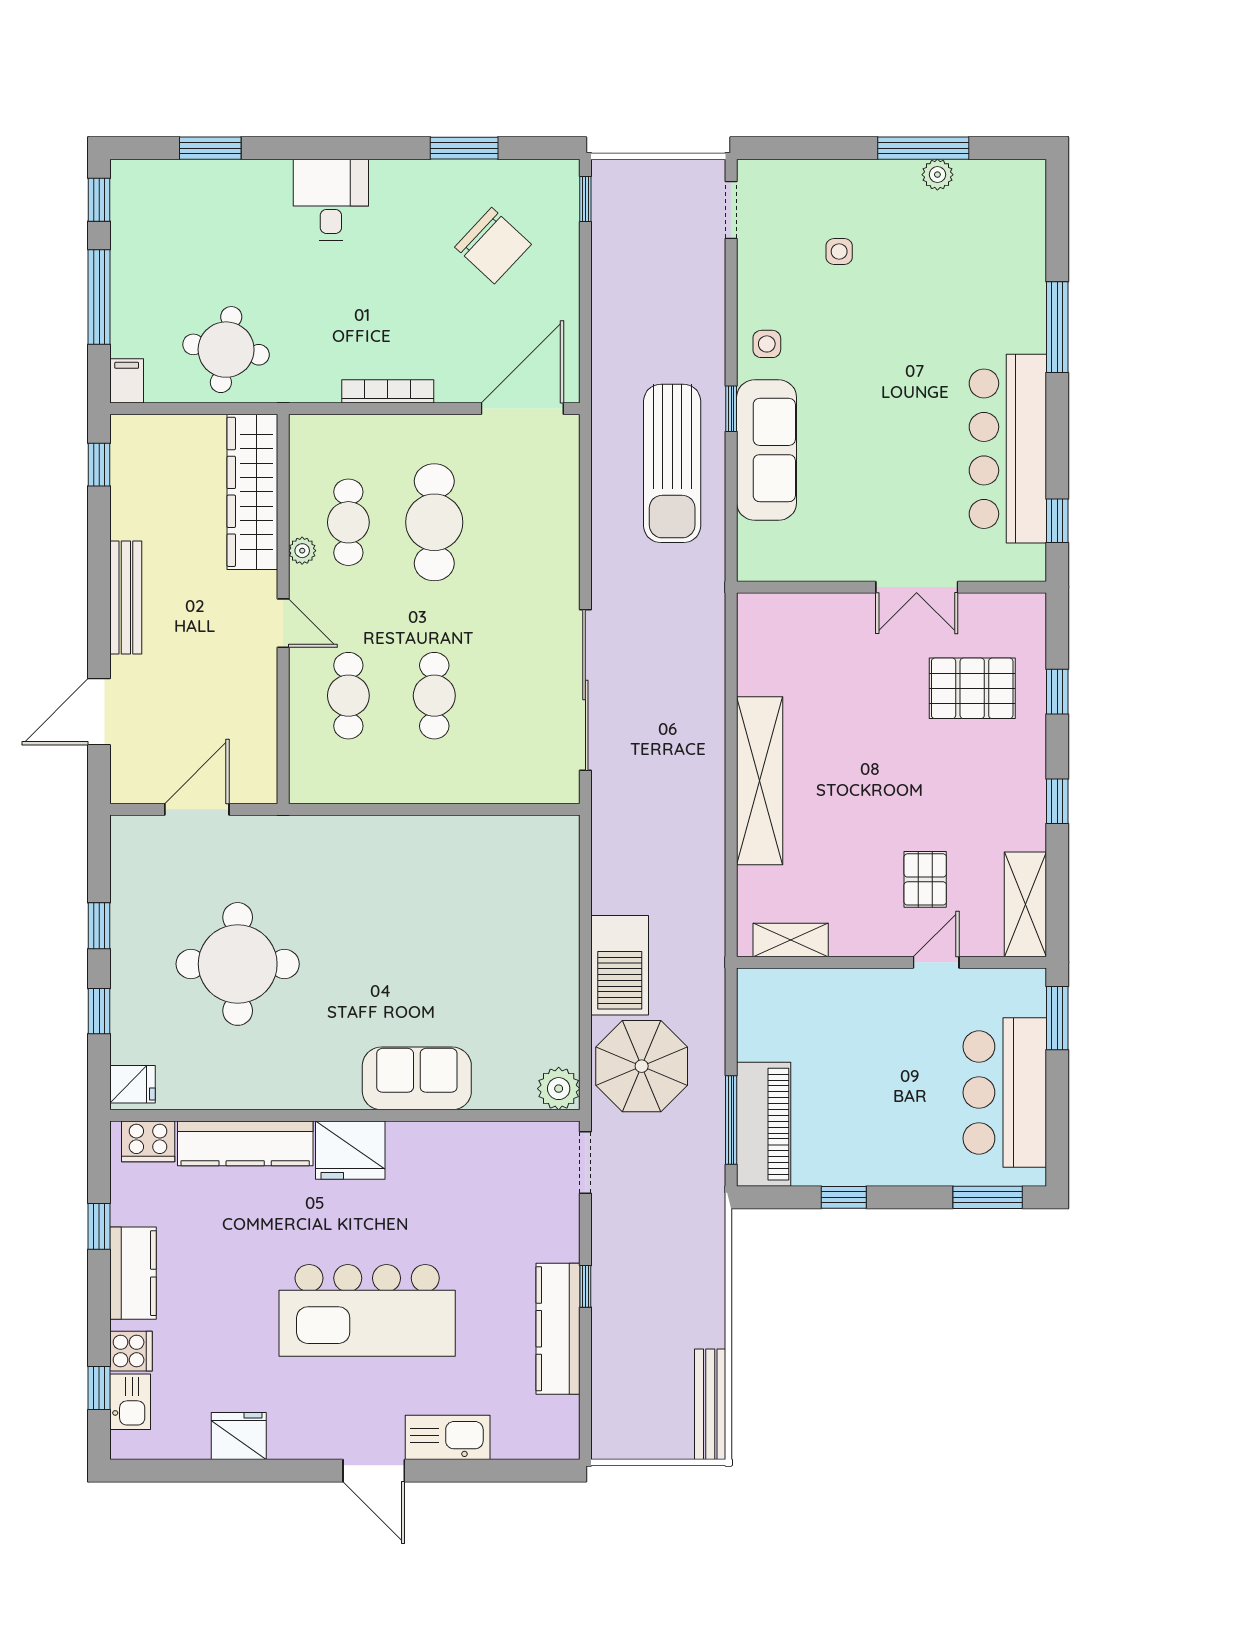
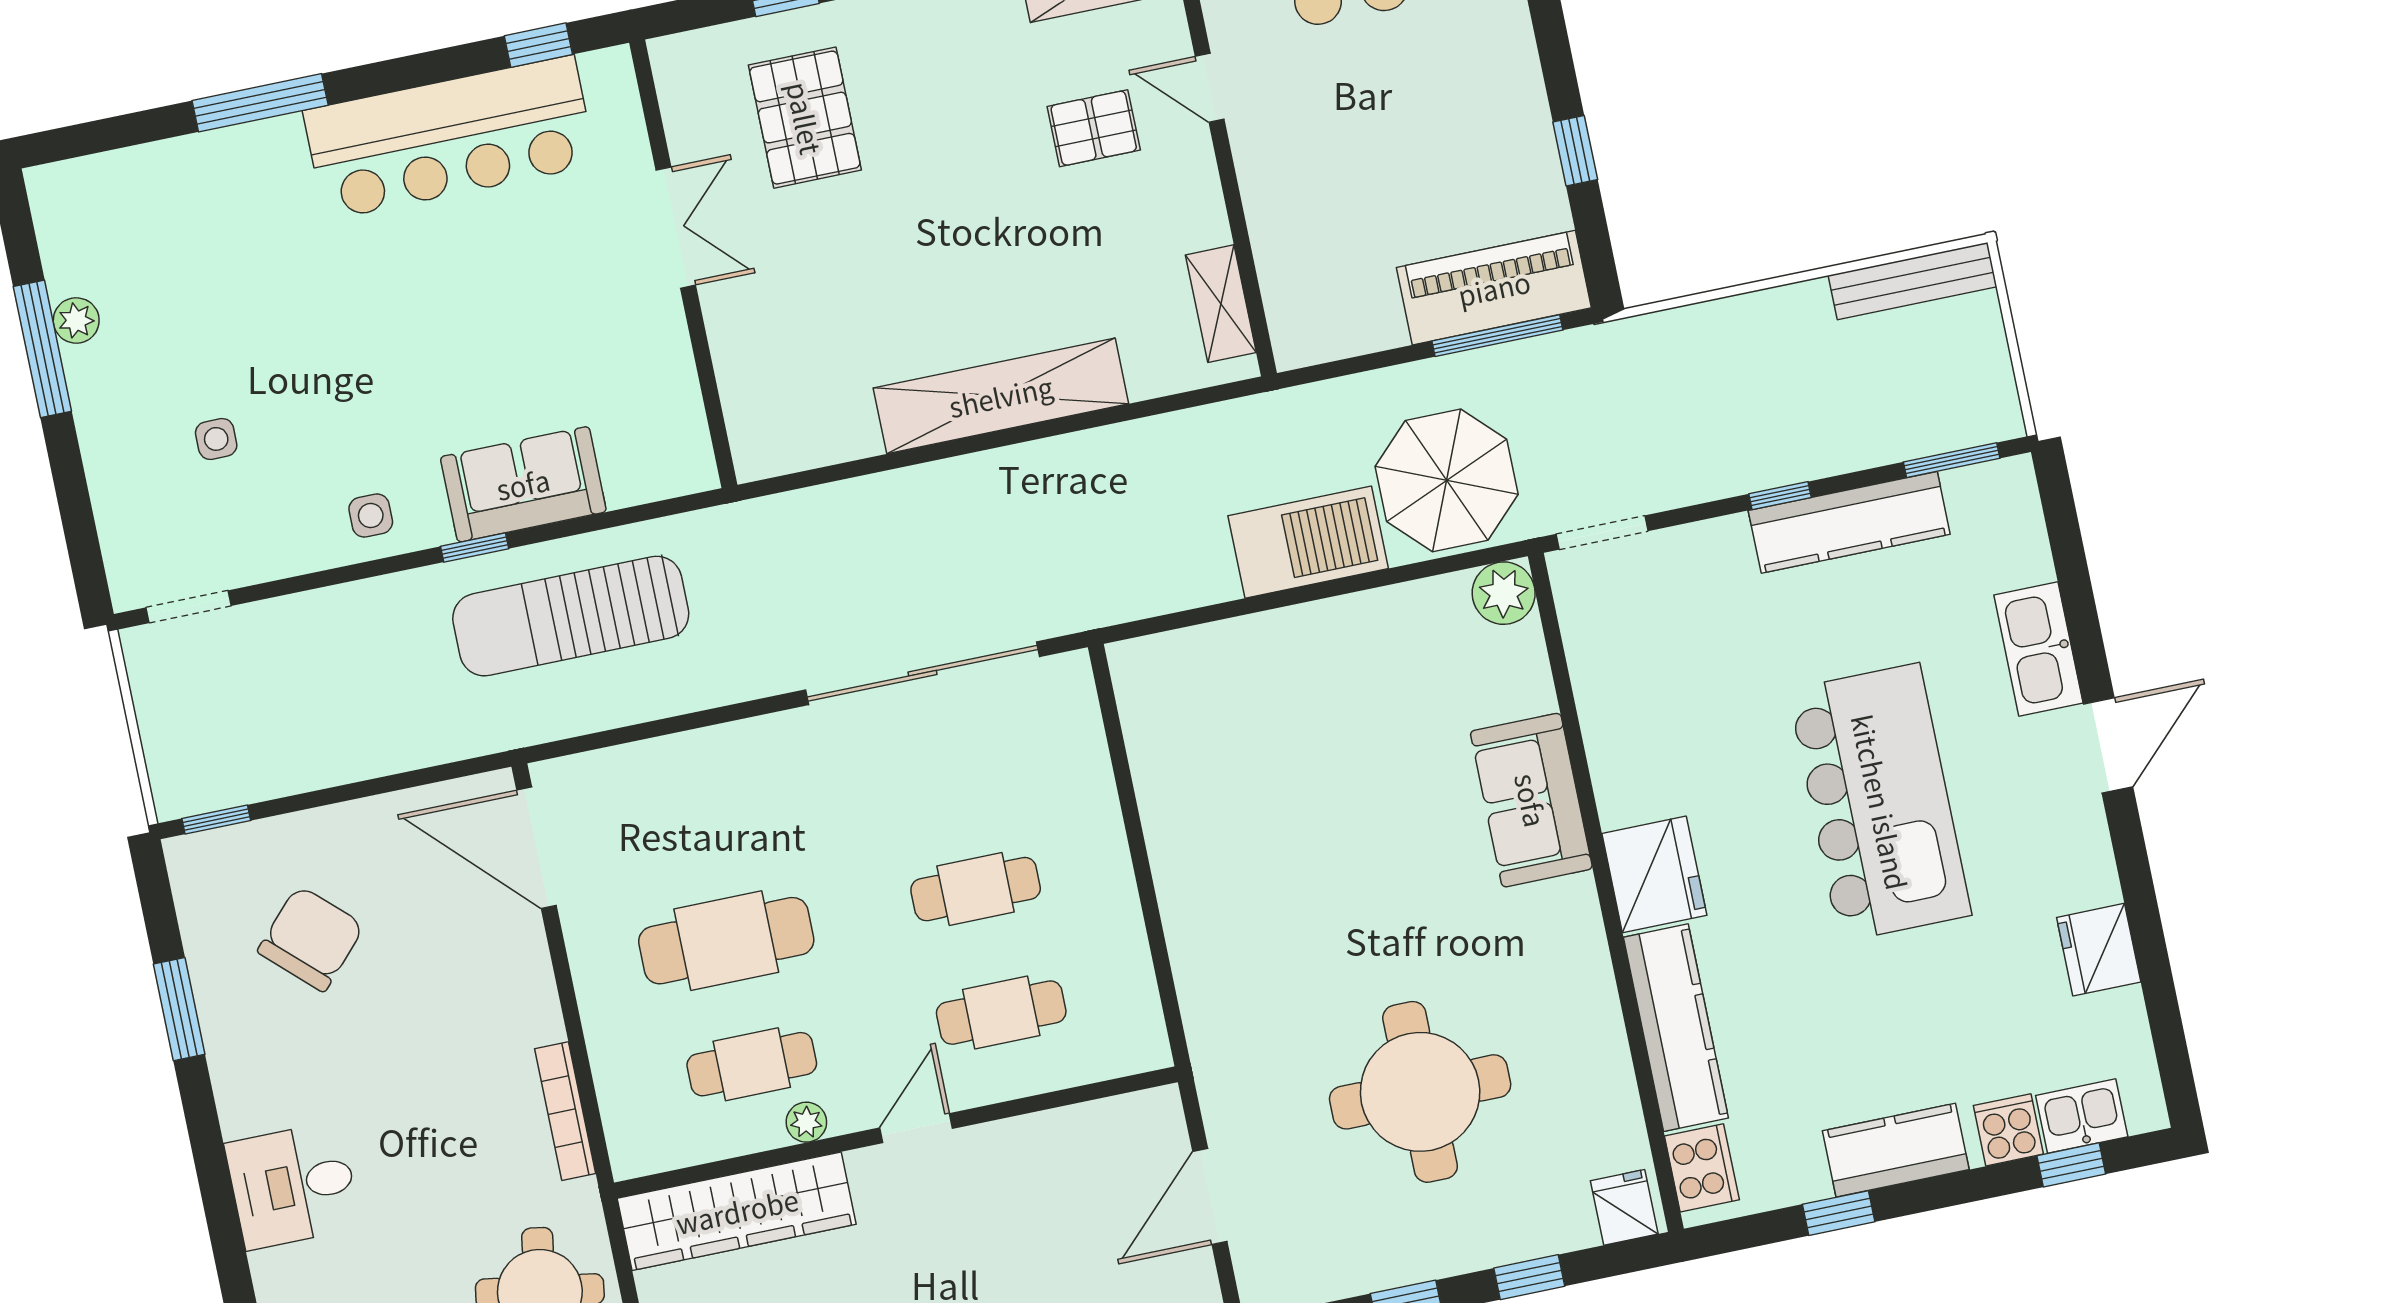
bookcase: (388, 391) -> (565, 1111), moved
sofa: (767, 450) -> (523, 484), width x0.73
sun lounger: (672, 463) -> (571, 616), turned 180
door: (197, 809) -> (1210, 1197), hinge flipped
window: (585, 1406) -> (1952, 460), added

